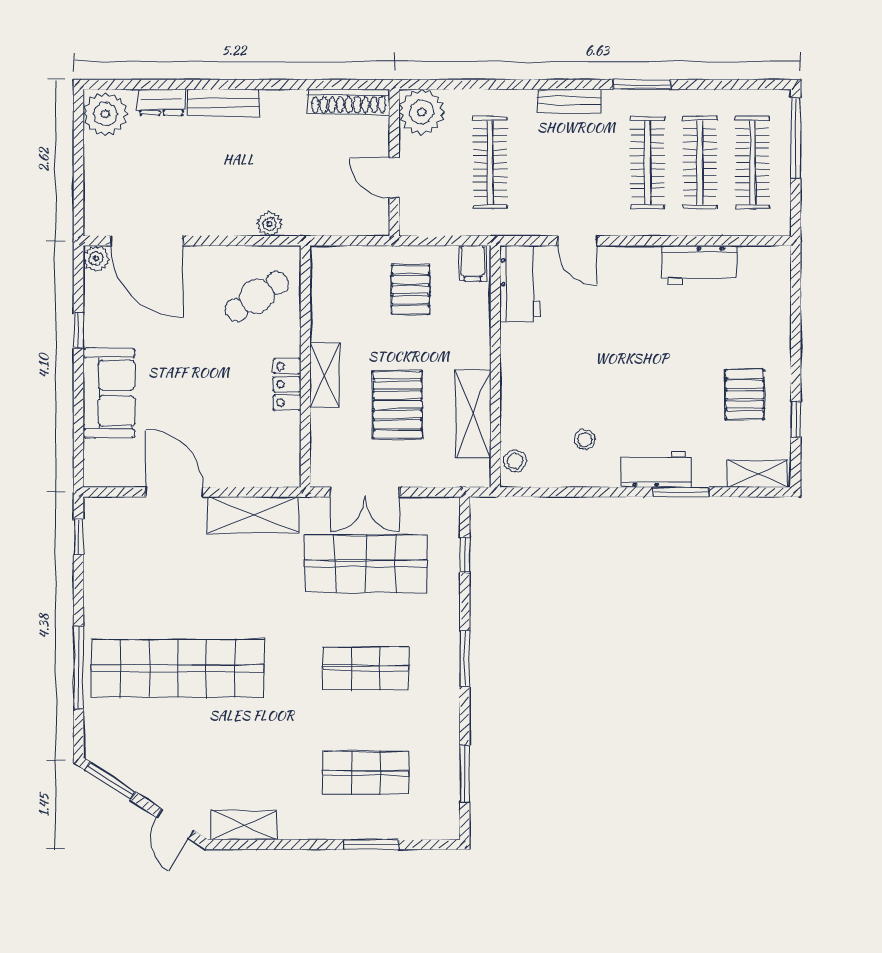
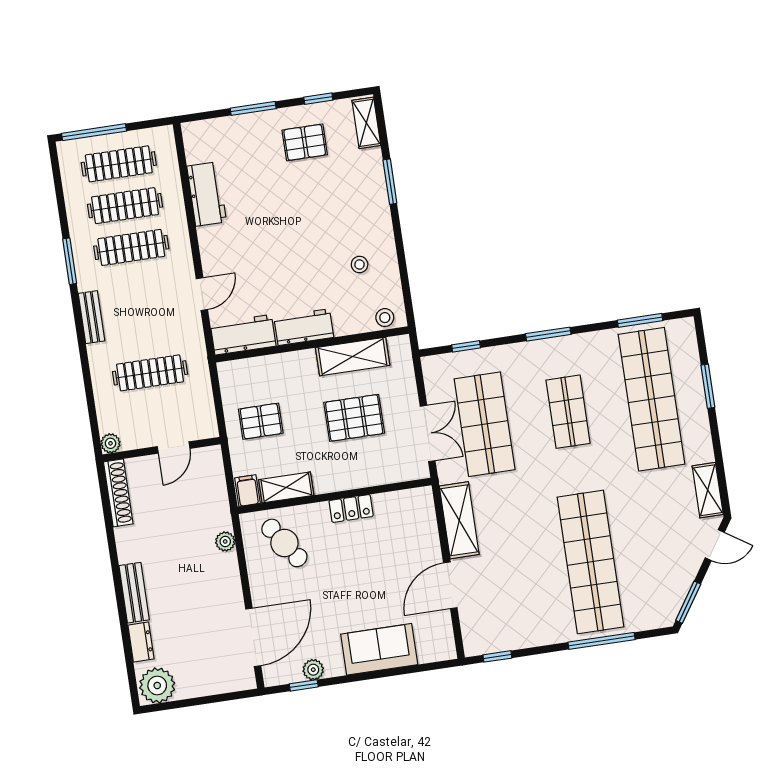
plant: (422, 112) -> (111, 443), width x0.53, depth x0.53
plant: (96, 258) -> (313, 670), moved
filing cabinet: (473, 263) -> (247, 491), moved, turned -90
window: (79, 330) -> (304, 685), moved
window: (796, 338) -> (253, 108), added
shelving: (325, 375) -> (286, 487), moved
workbench: (656, 469) -> (304, 327), moved, turned 90
shop shelf: (366, 773) -> (651, 399), width x2.00, depth x1.36

